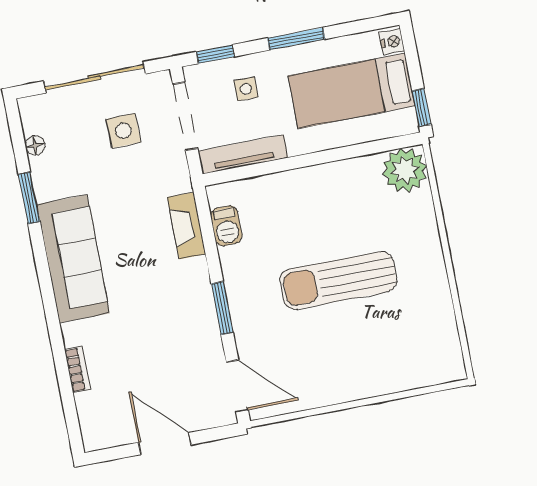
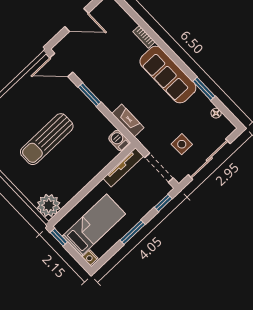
side table: (246, 89) -> (140, 196), removed
barbecue: (226, 226) -> (119, 141), moved
sun lounger: (338, 280) -> (47, 139), turned 180
bookcase: (77, 370) -> (144, 37), moved

